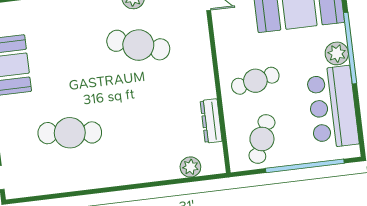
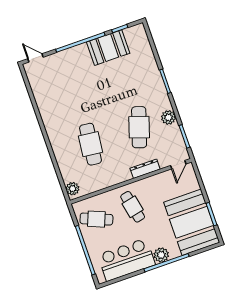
dresser: (211, 121) -> (145, 169), moved
cafe table: (70, 133) -> (90, 144), moved
plant: (190, 167) -> (73, 189), moved

